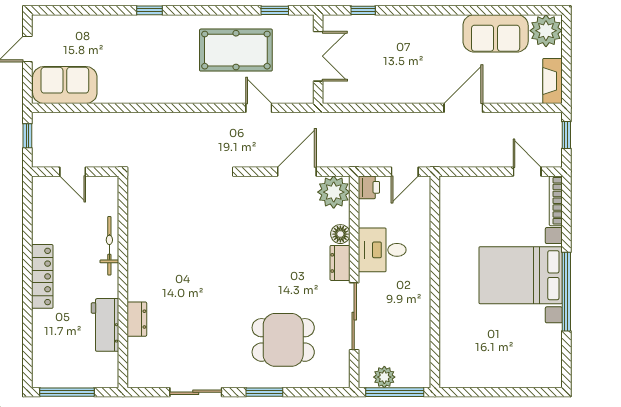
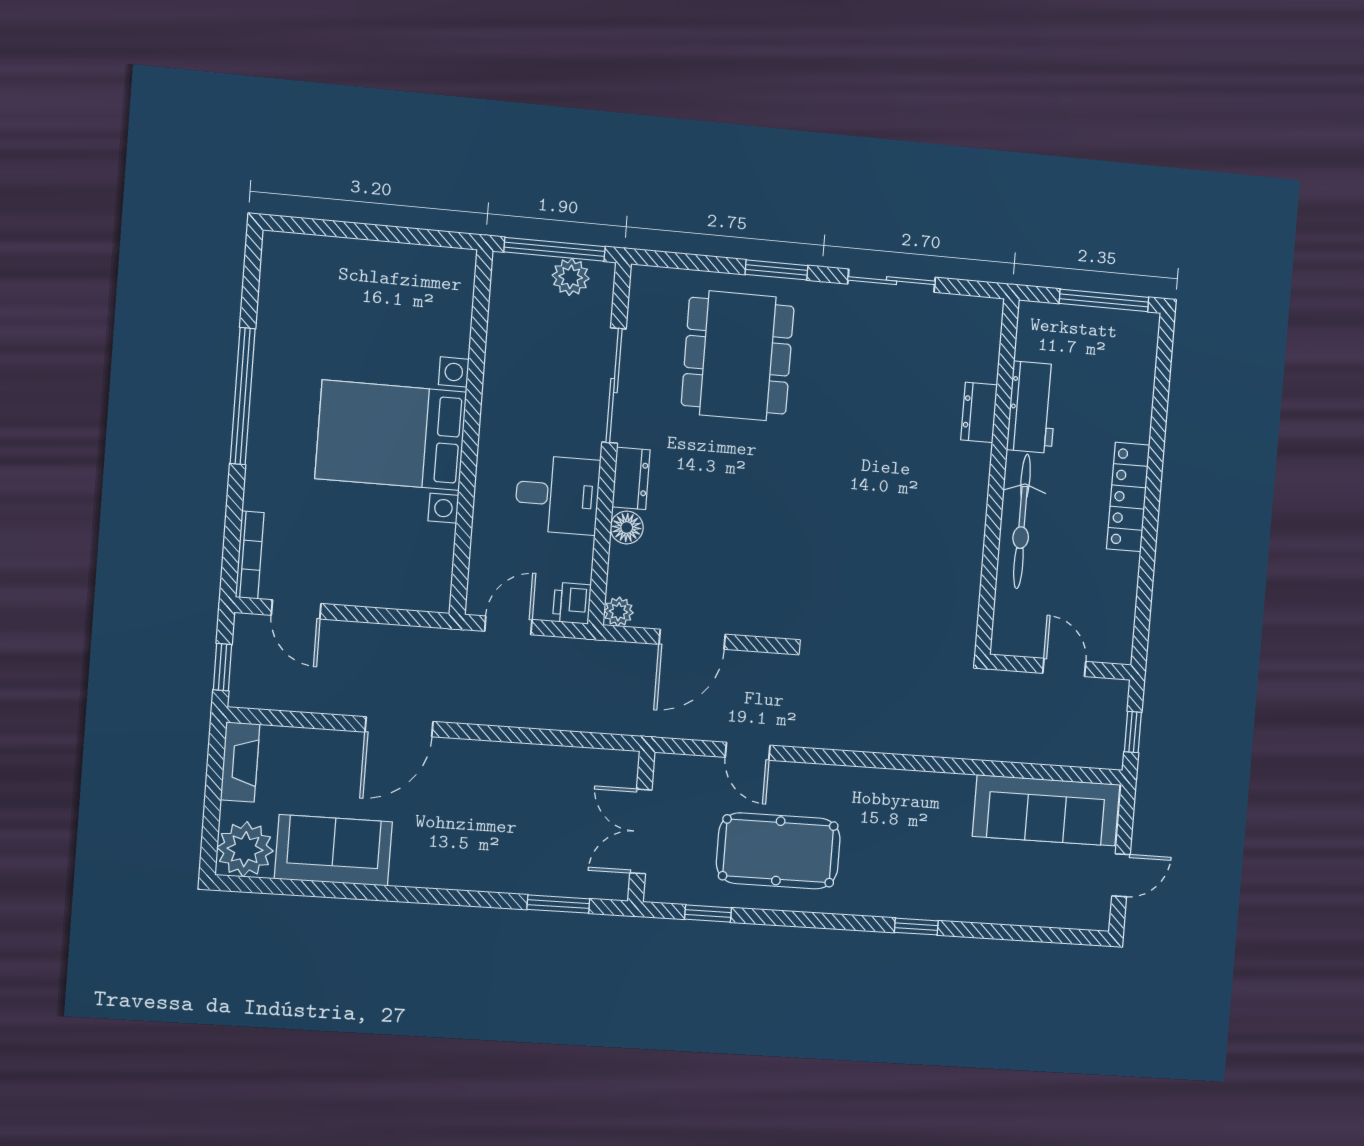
window: (363, 10) -> (558, 904), width x1.50
sofa: (65, 85) -> (1046, 810), width x1.36
plant: (334, 192) -> (619, 612), width x0.53, depth x0.53
bicycle: (109, 246) -> (1022, 521), width x1.37, depth x1.40
bed with nightstands: (521, 275) -> (391, 435), moved, turned 180
dining table: (283, 340) -> (738, 356), width x1.38

